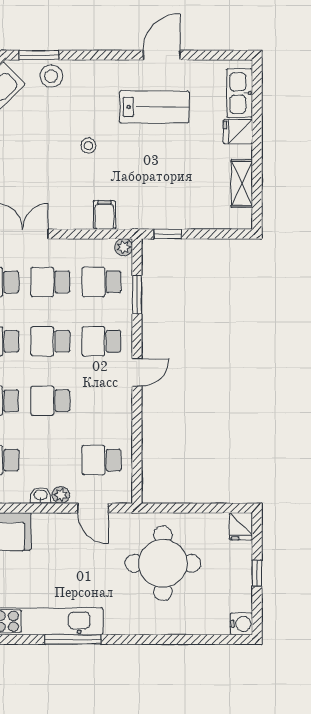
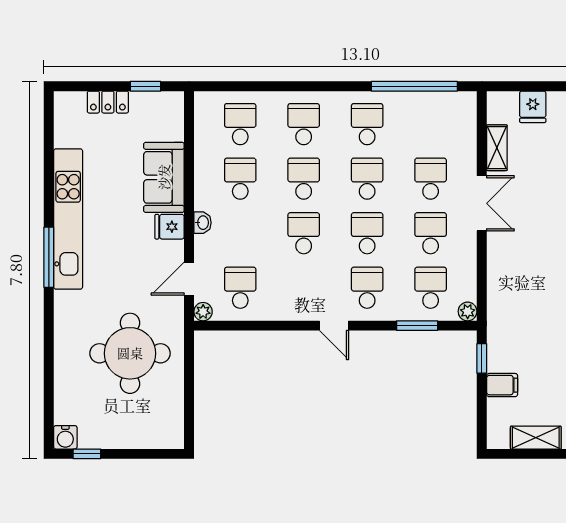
filing cabinet: (104, 215) -> (502, 385), moved
plant: (61, 495) -> (203, 312), moved
fridge: (241, 526) -> (170, 227), moved
window: (257, 573) -> (87, 454), moved

